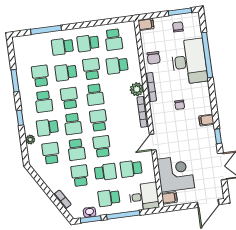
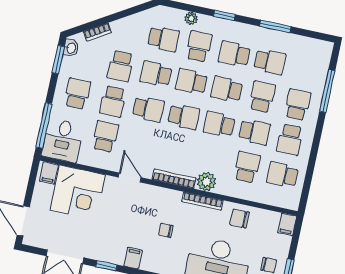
school desk: (88, 43) -> (290, 140), turned 180
school desk: (69, 98) -> (227, 89), turned 180
school desk: (80, 176) -> (120, 66), turned 90
washbasin: (90, 212) -> (71, 48), moved
window: (123, 215) -> (44, 125), moved

